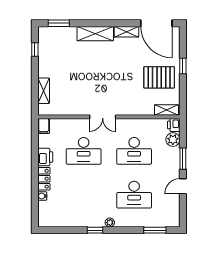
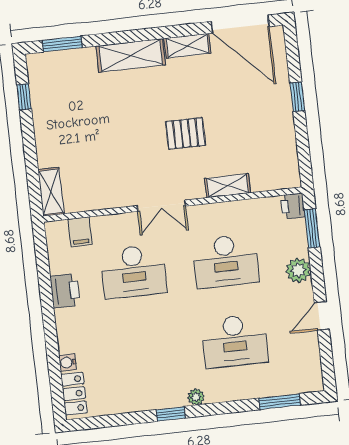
pallet: (159, 77) -> (185, 133), moved, width x0.67, depth x0.71
shelving: (44, 91) -> (51, 192), moved
shelving: (167, 110) -> (228, 186), moved
filing cabinet: (44, 126) -> (80, 232), moved
plant: (173, 140) -> (298, 270), moved
window: (183, 159) -> (312, 228), moved
locker: (44, 179) -> (74, 394), moved

